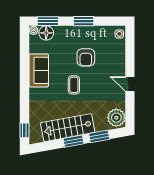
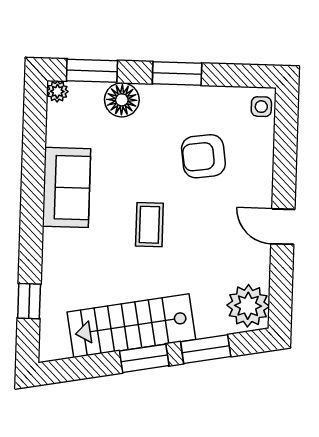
floor lamp: (46, 33) -> (122, 100), moved
armchair: (86, 57) -> (203, 156), moved, turned 82
window: (24, 130) -> (29, 301), moved

